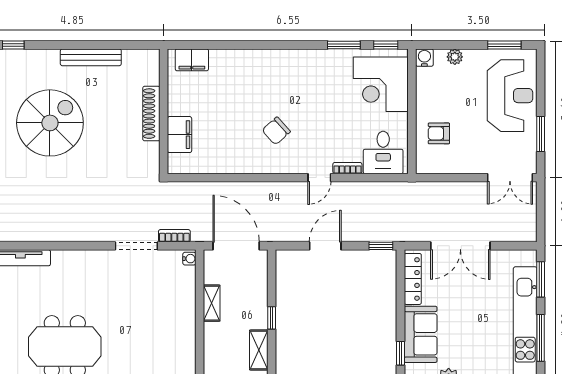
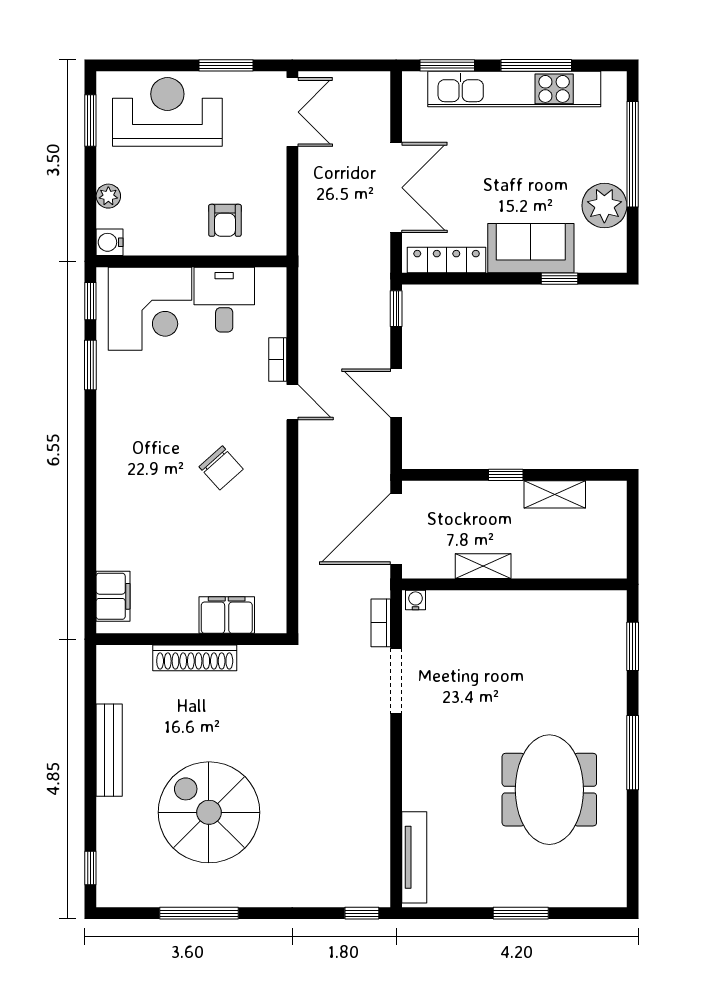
desk: (383, 152) -> (224, 300), moved, turned -90

